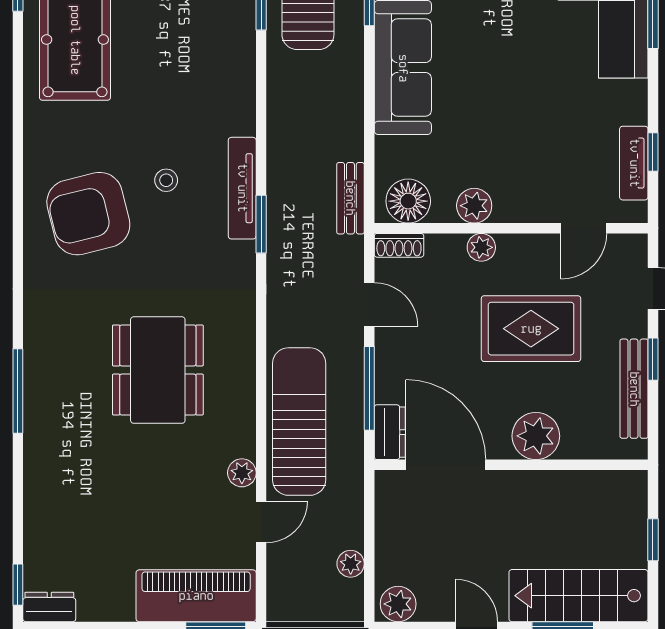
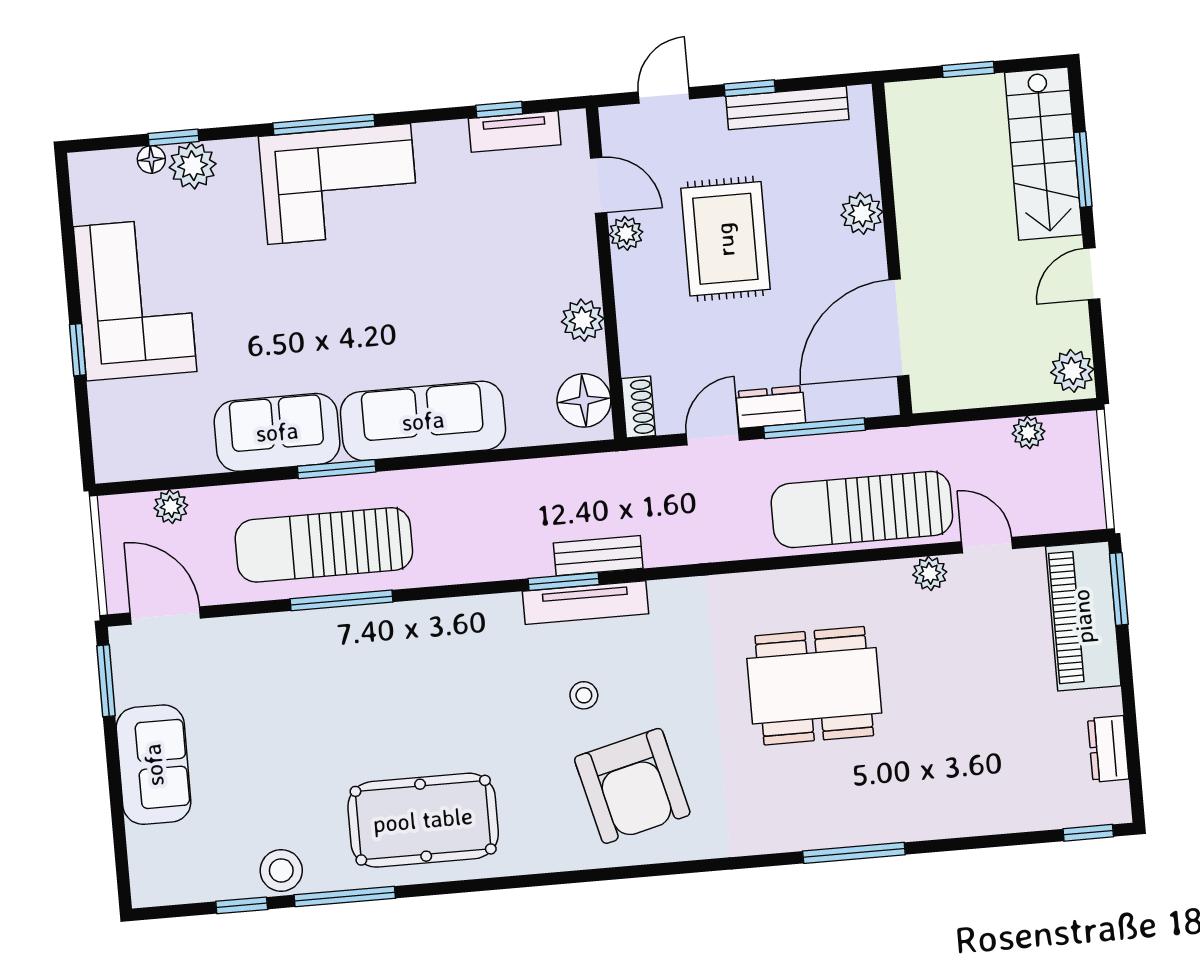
bench: (350, 198) -> (598, 556), moved
window: (261, 224) -> (564, 581), moved
plant: (481, 247) -> (626, 233), moved
dresser: (390, 432) -> (771, 407), moved
plant: (536, 436) -> (862, 213), width x0.73, depth x0.73
dresser: (49, 607) -> (1108, 749), moved

